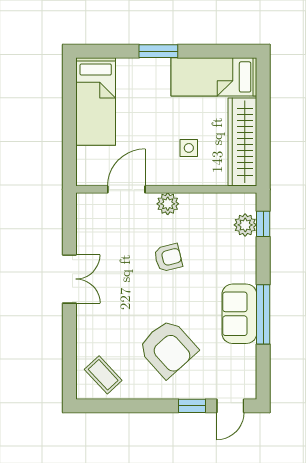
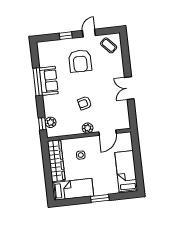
armchair: (168, 348) -> (80, 61), turned -138
door: (230, 406) -> (89, 33), moved

